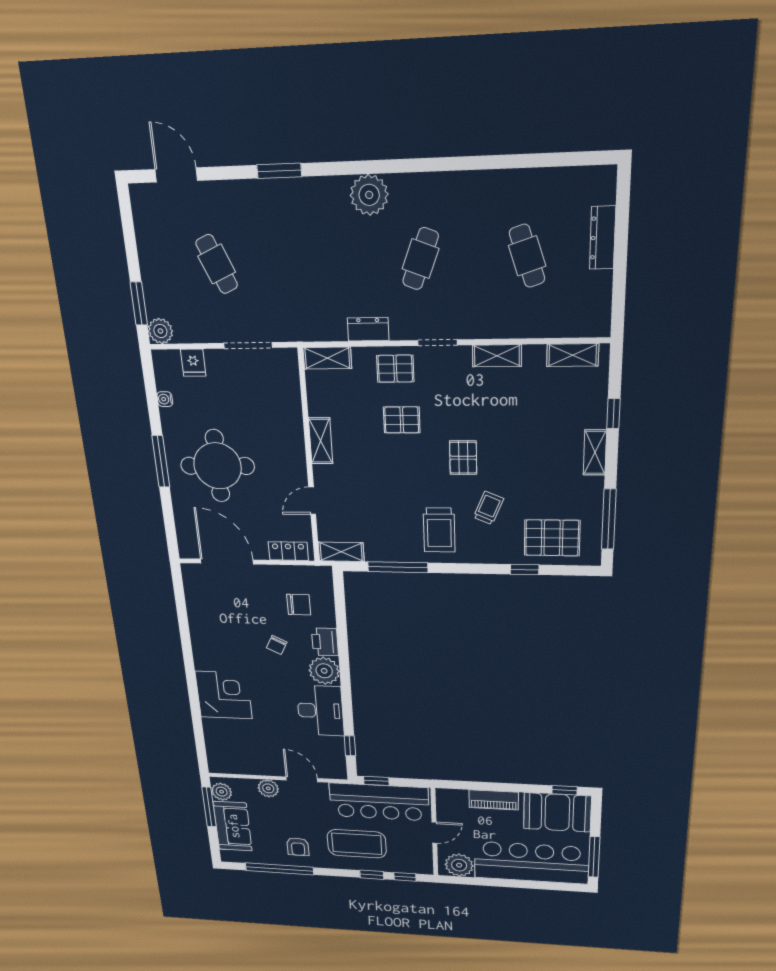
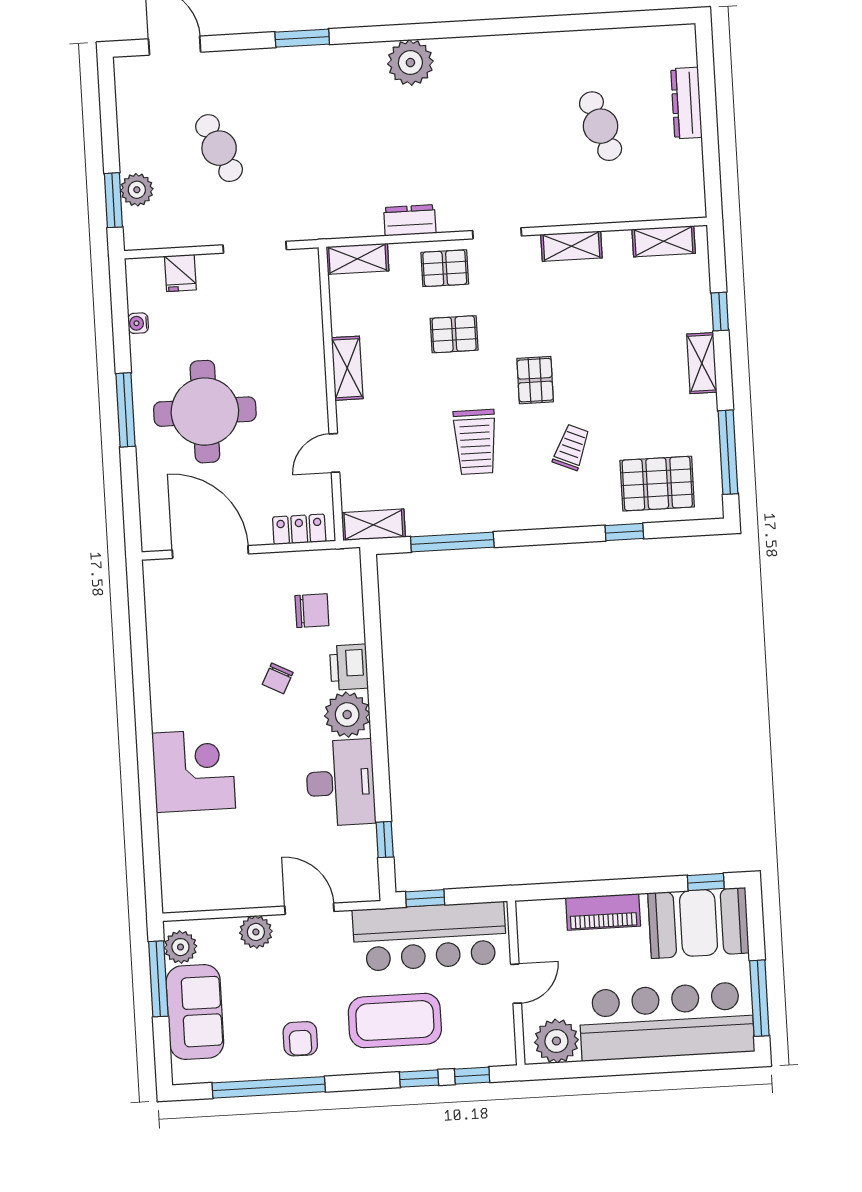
cafe table: (420, 259) -> (473, 133), removed
plant: (160, 331) -> (137, 190), moved
trolley: (439, 530) -> (475, 442), moved

